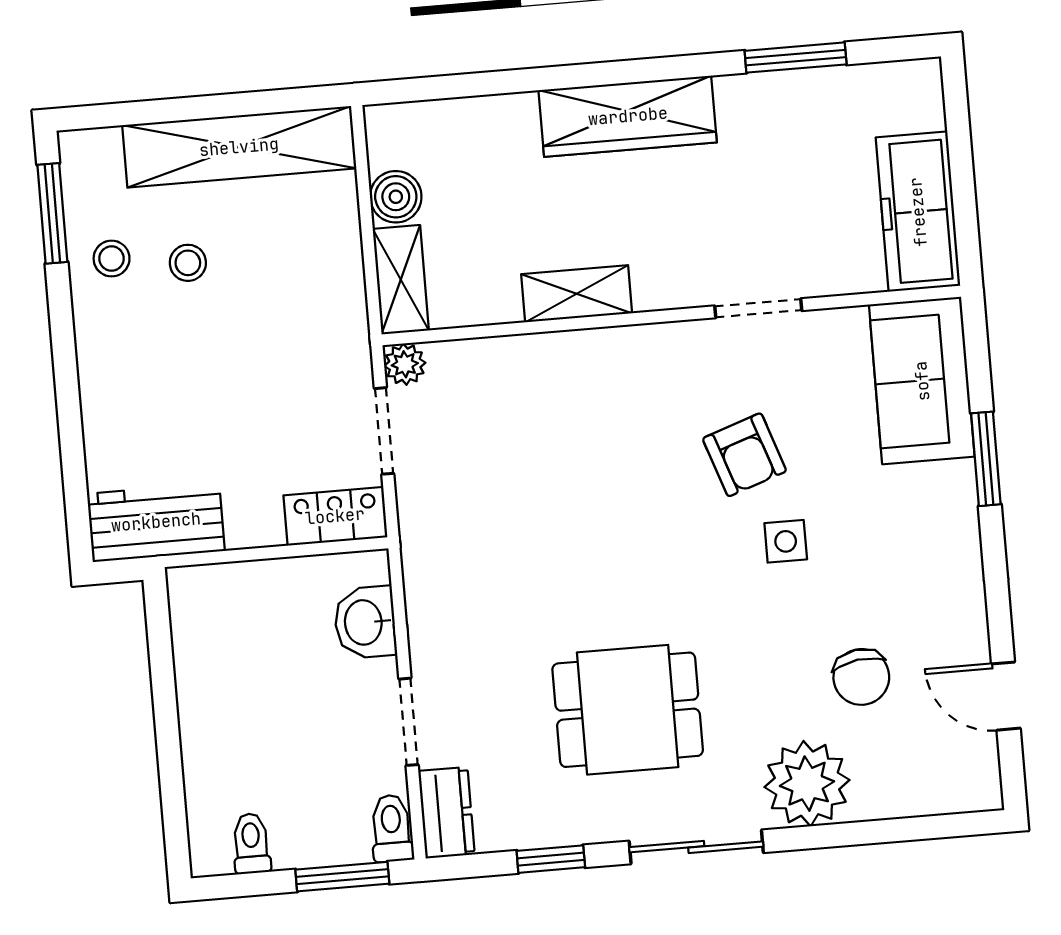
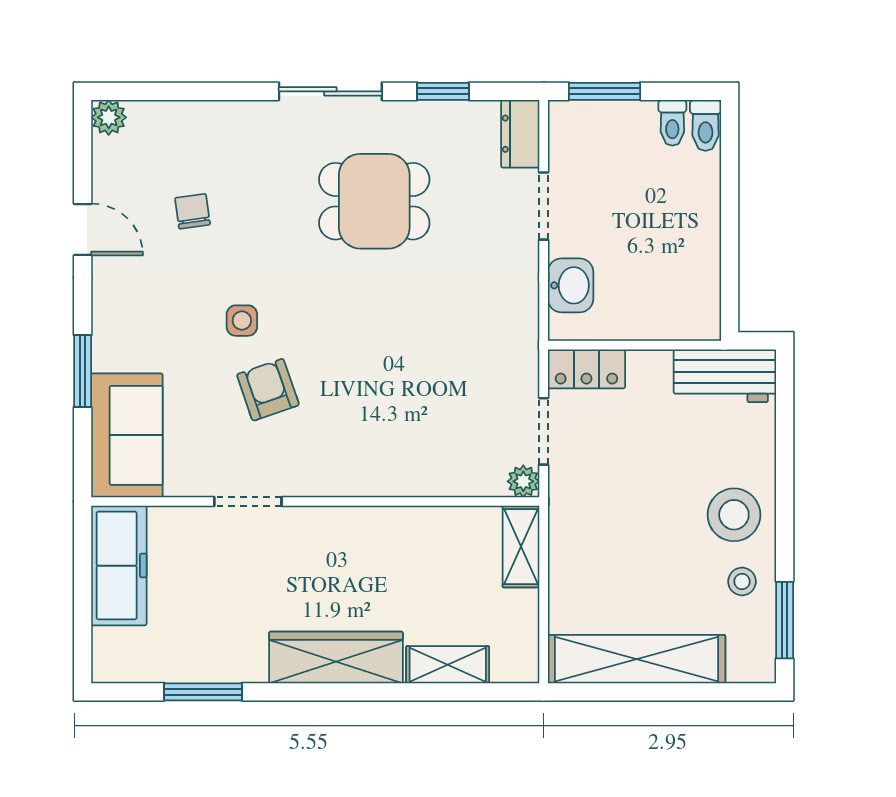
boiler: (396, 197) -> (519, 611), removed
stool: (188, 263) -> (734, 515), moved, width x1.89, depth x1.89
shelving: (577, 294) -> (448, 665), moved
chair: (861, 677) -> (193, 211), width x0.73, depth x0.73
door: (1006, 696) -> (83, 229), moved
plant: (807, 784) -> (109, 117), moved, width x0.53, depth x0.53
toilet: (392, 828) -> (705, 125), moved

